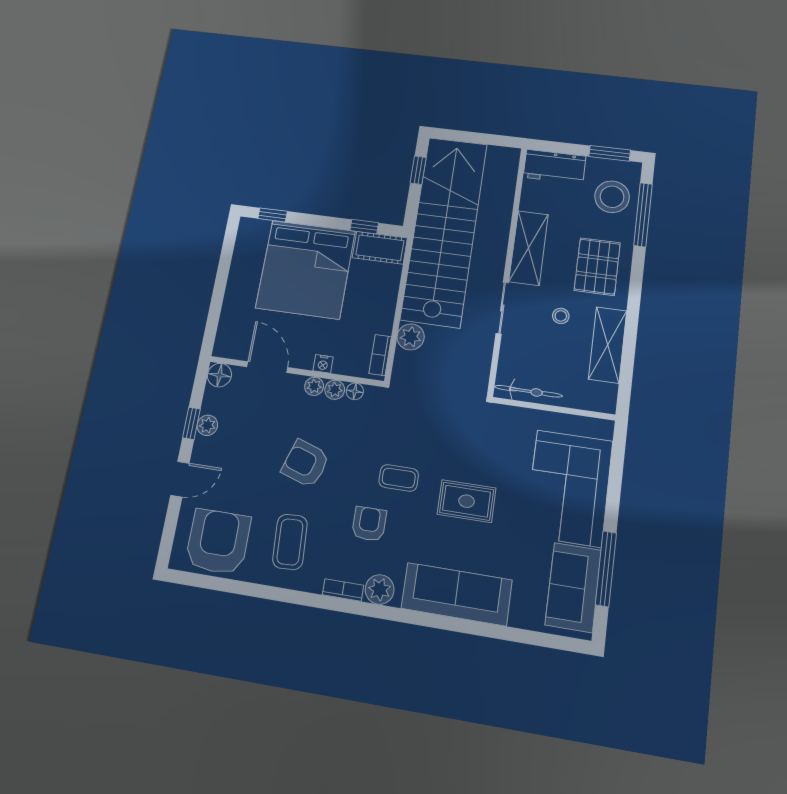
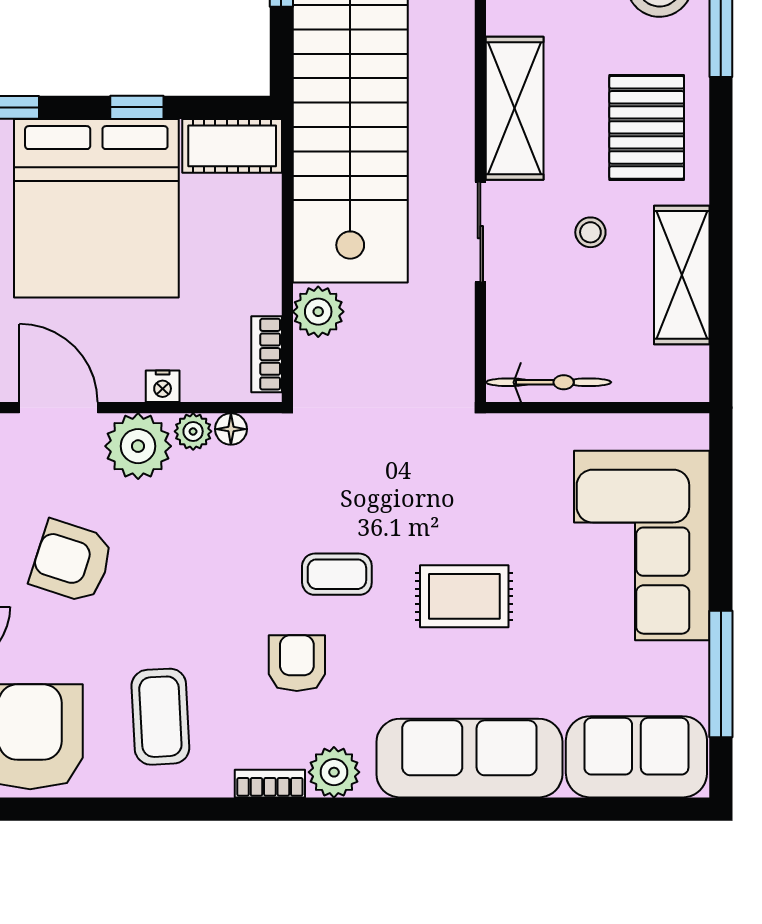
window: (364, 227) -> (137, 107), moved
plant: (314, 386) -> (138, 446), width x1.88, depth x1.88
armchair: (305, 463) -> (72, 561), moved
sofa: (573, 587) -> (636, 757), moved, turned 90

